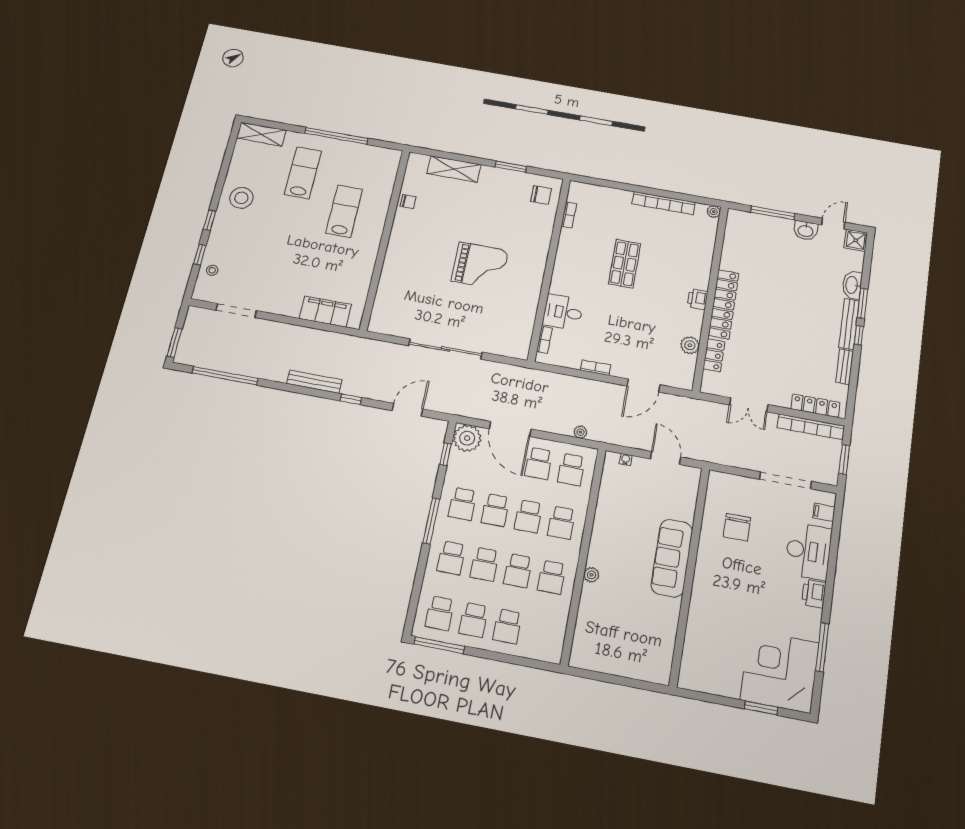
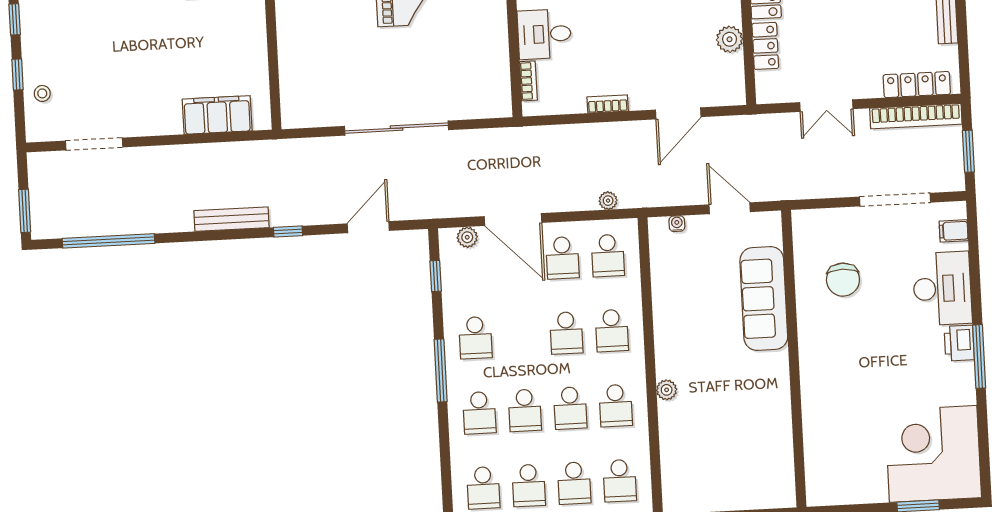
plant: (467, 438) -> (467, 237), width x0.53, depth x0.53
school desk: (495, 510) -> (620, 481), moved
sofa: (672, 558) -> (764, 298), moved
window: (822, 647) -> (979, 356), moved

